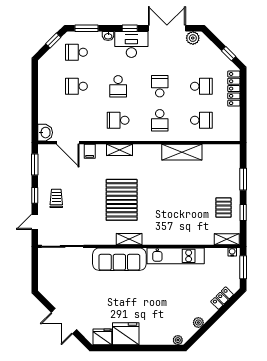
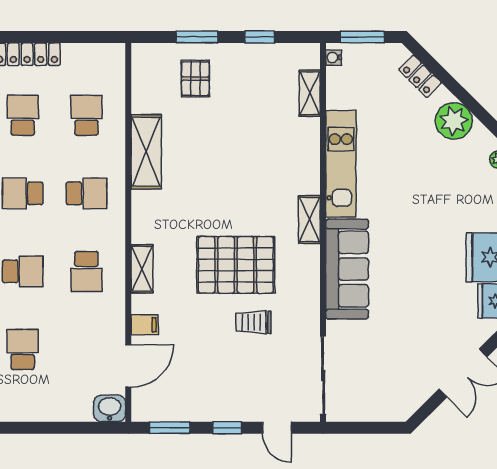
school desk: (76, 86) -> (23, 350), turned 180
trolley: (56, 198) -> (253, 322), moved
pallet: (223, 208) -> (195, 79), moved, turned 90
shelving: (129, 239) -> (309, 220), moved
shelving: (227, 239) -> (310, 93), moved
plant: (198, 323) -> (454, 121), width x1.88, depth x1.88

